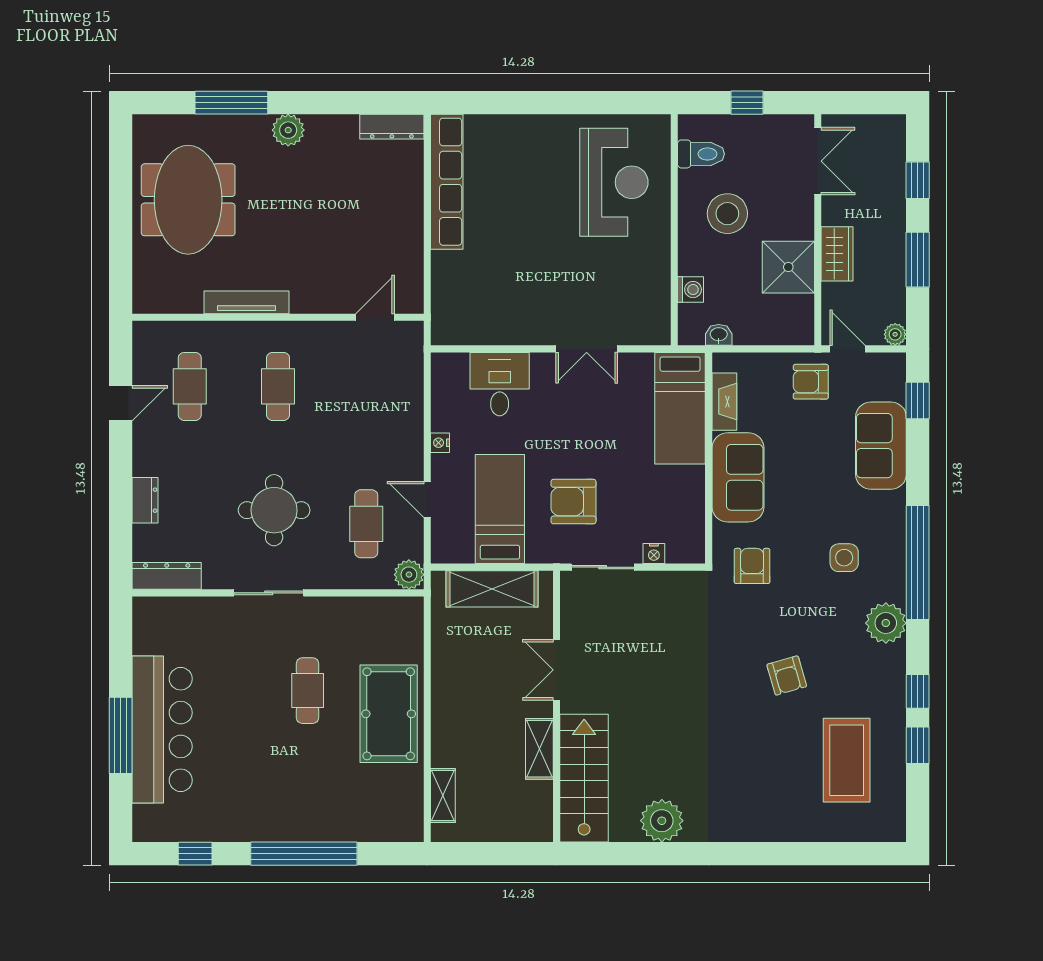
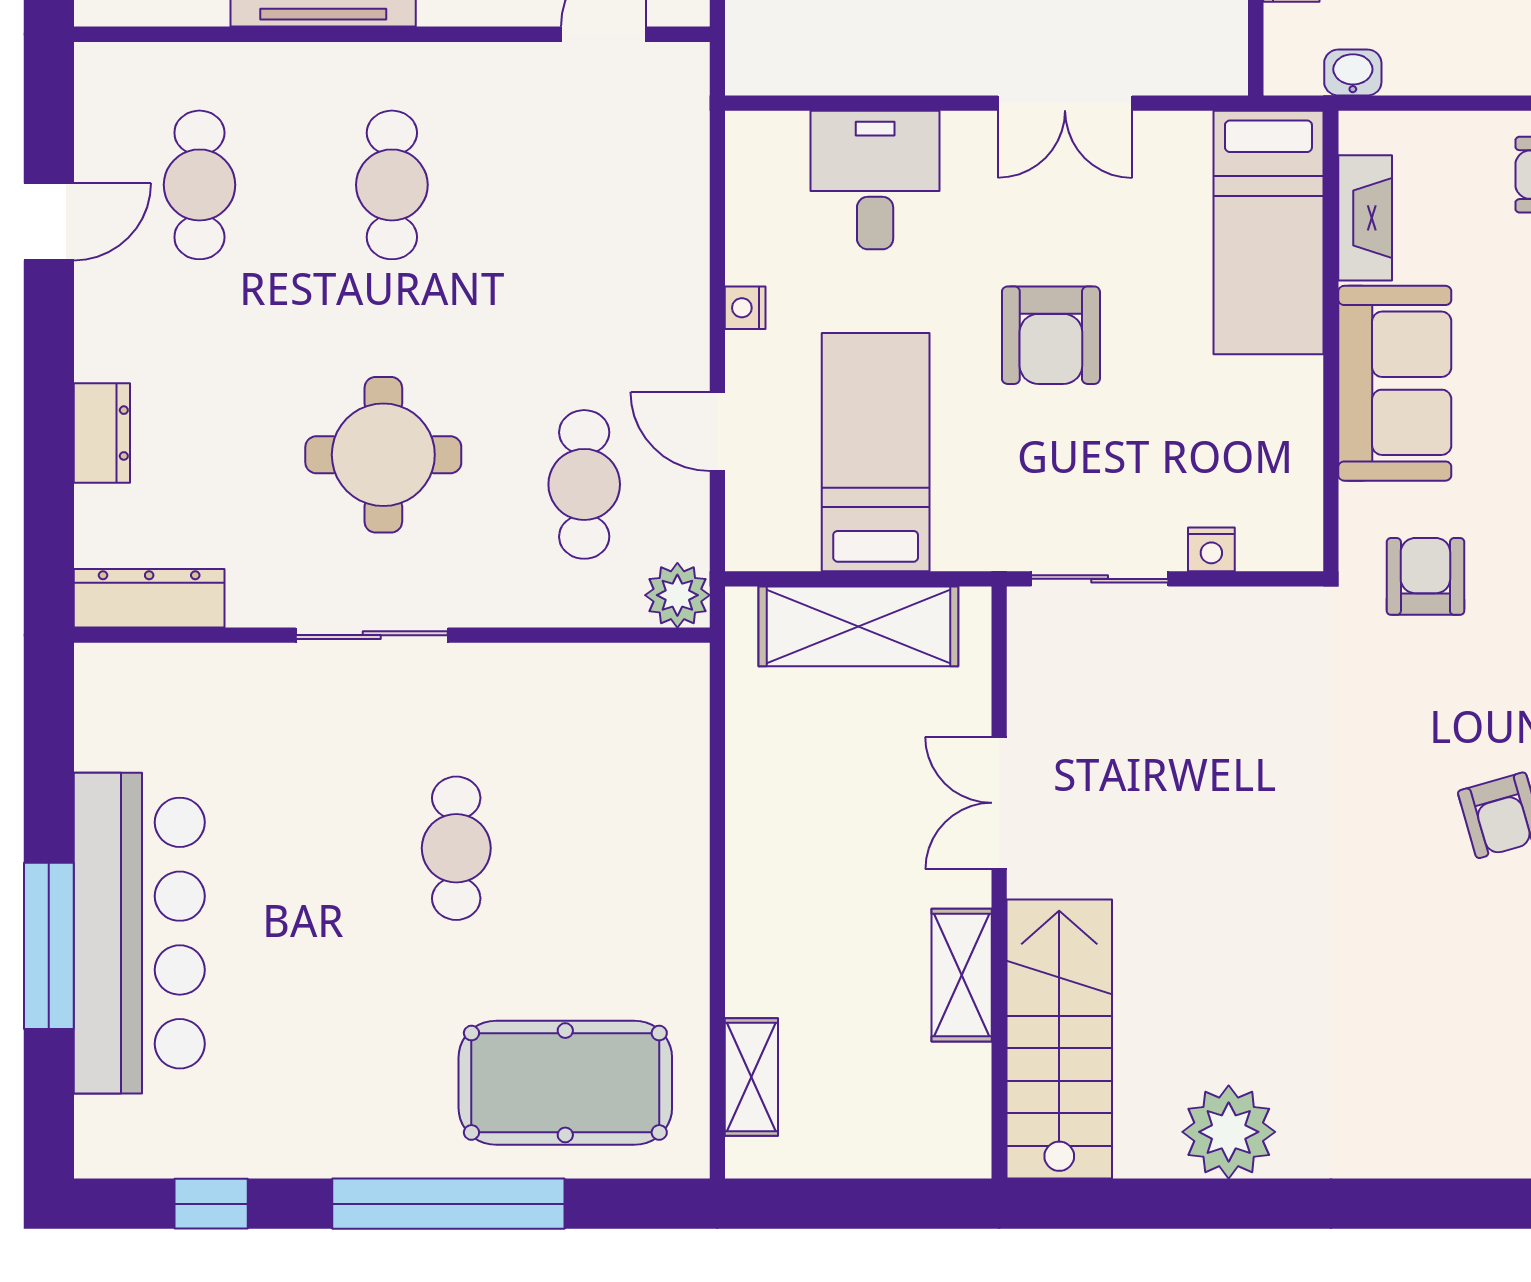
armchair: (573, 502) -> (1051, 335), moved, turned -90
pool table: (389, 714) -> (565, 1083), moved, turned 90

